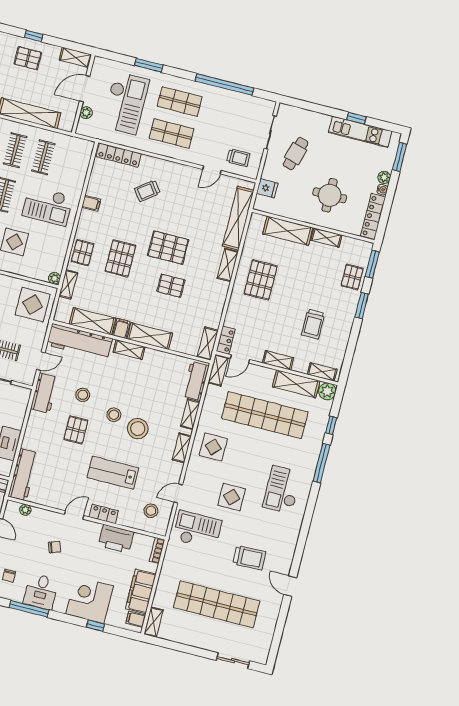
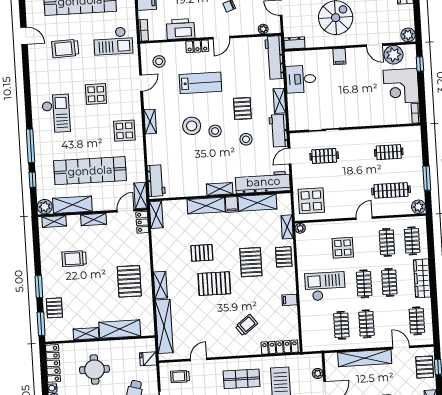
trolley: (313, 324) -> (74, 259), turned -90
shelving: (190, 414) -> (279, 101), moved
checkout: (197, 530) -> (113, 41), moved

